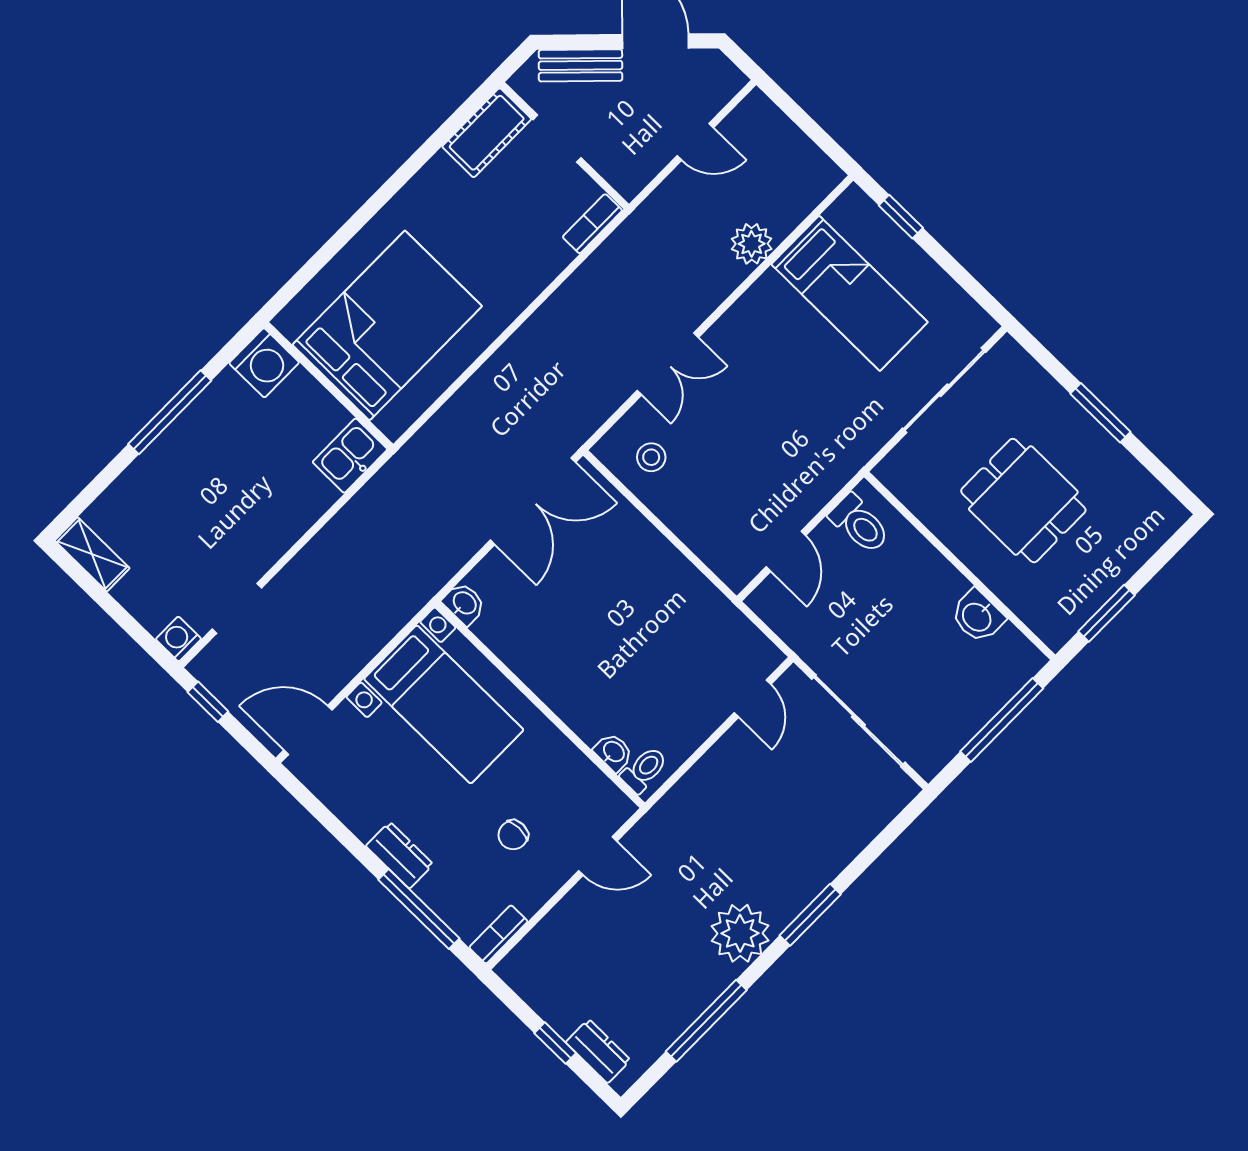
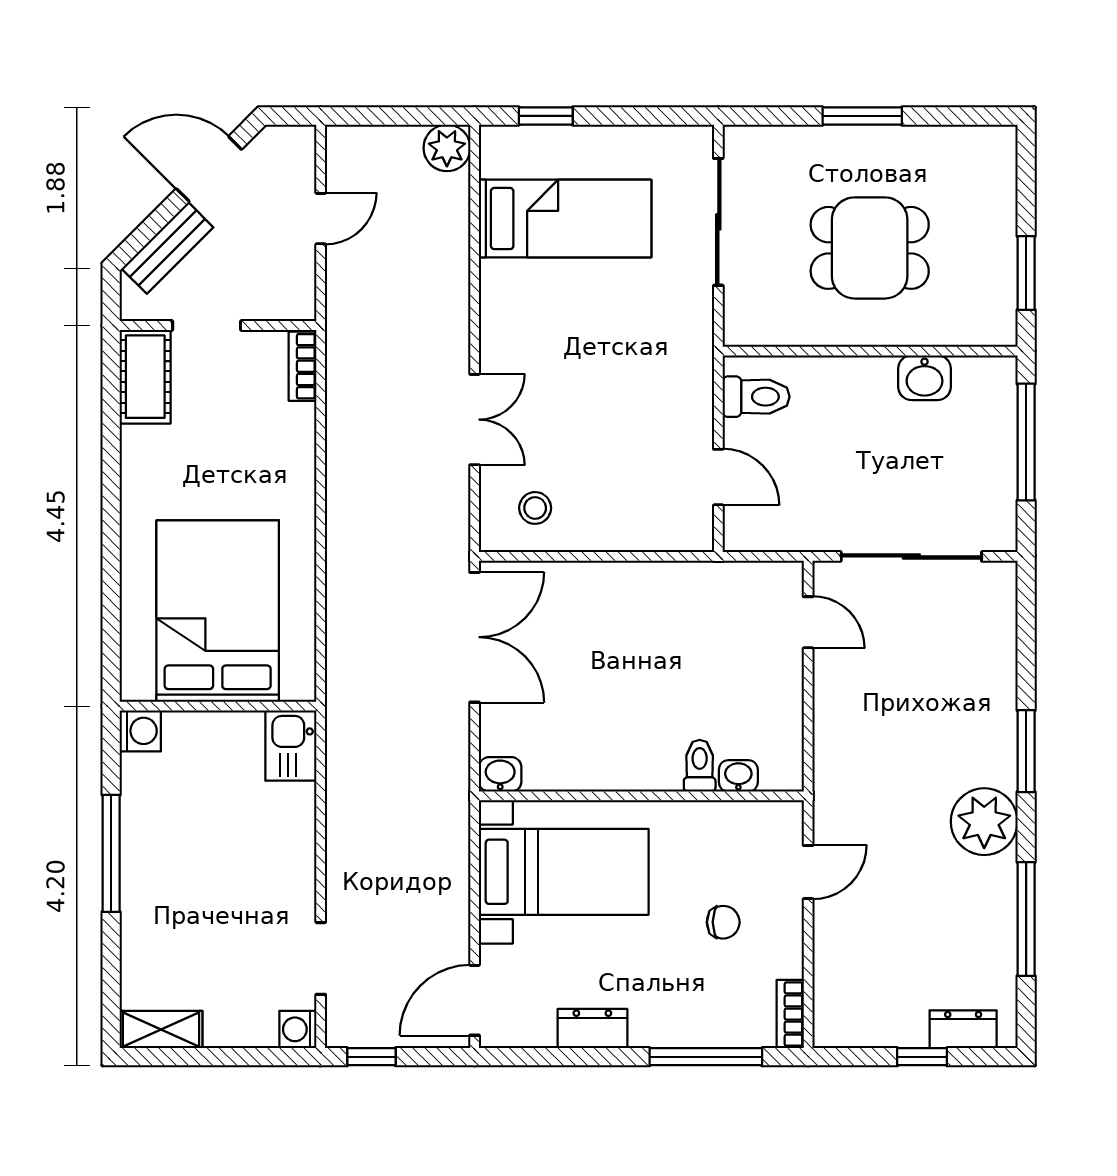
plant: (752, 244) -> (447, 148), moved
washing machine: (264, 363) -> (140, 731), width x0.73, depth x0.73
toilet: (644, 770) -> (700, 766), moved
chair: (513, 835) -> (723, 922), turned -90
dresser: (400, 855) -> (592, 1029), moved

